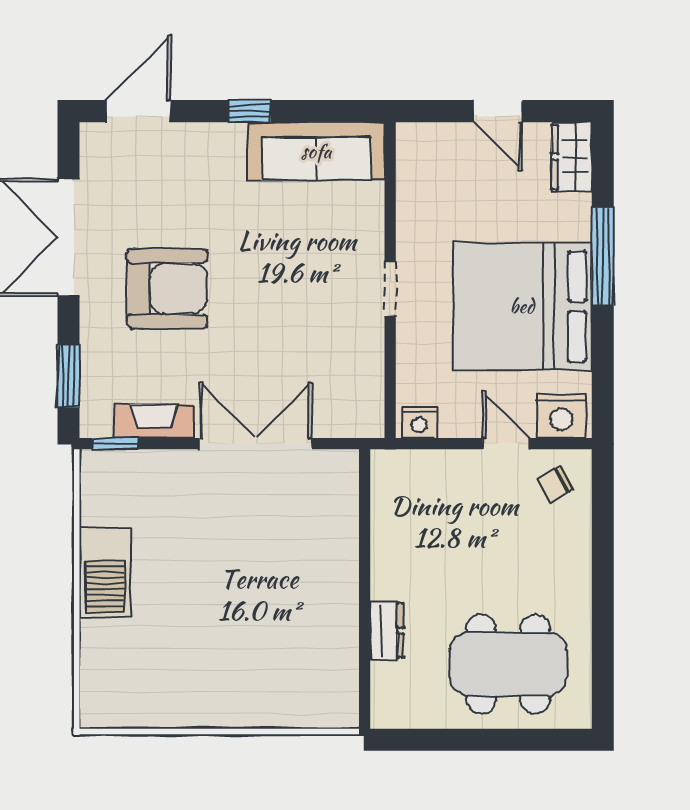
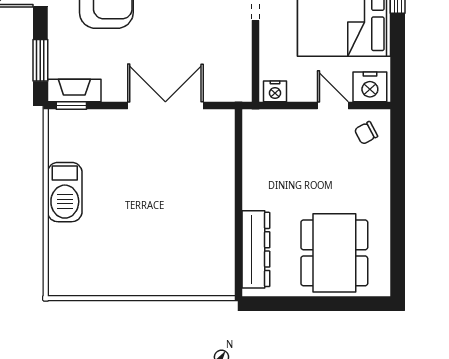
fireplace: (154, 421) -> (74, 90), moved
dresser: (387, 630) -> (256, 249), width x1.96, depth x1.24
dining table: (508, 664) -> (334, 253), turned 90

